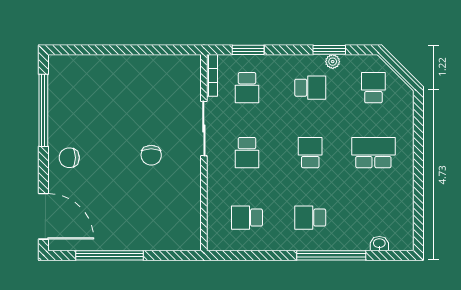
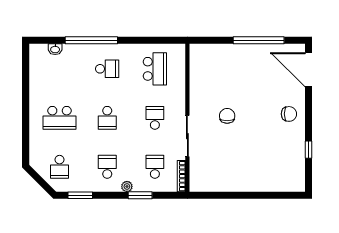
window: (248, 50) -> (140, 195), moved
window: (329, 50) -> (80, 195), moved
plant: (333, 62) -> (127, 186), moved
school desk: (310, 88) -> (107, 167), turned 90
window: (43, 110) -> (308, 150), width x0.32
school desk: (247, 218) -> (155, 69), width x1.85

